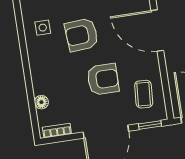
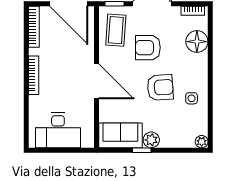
coffee table: (144, 94) -> (116, 30), width x1.36, depth x1.30
floor lamp: (41, 102) -> (197, 42), width x1.89, depth x1.89

